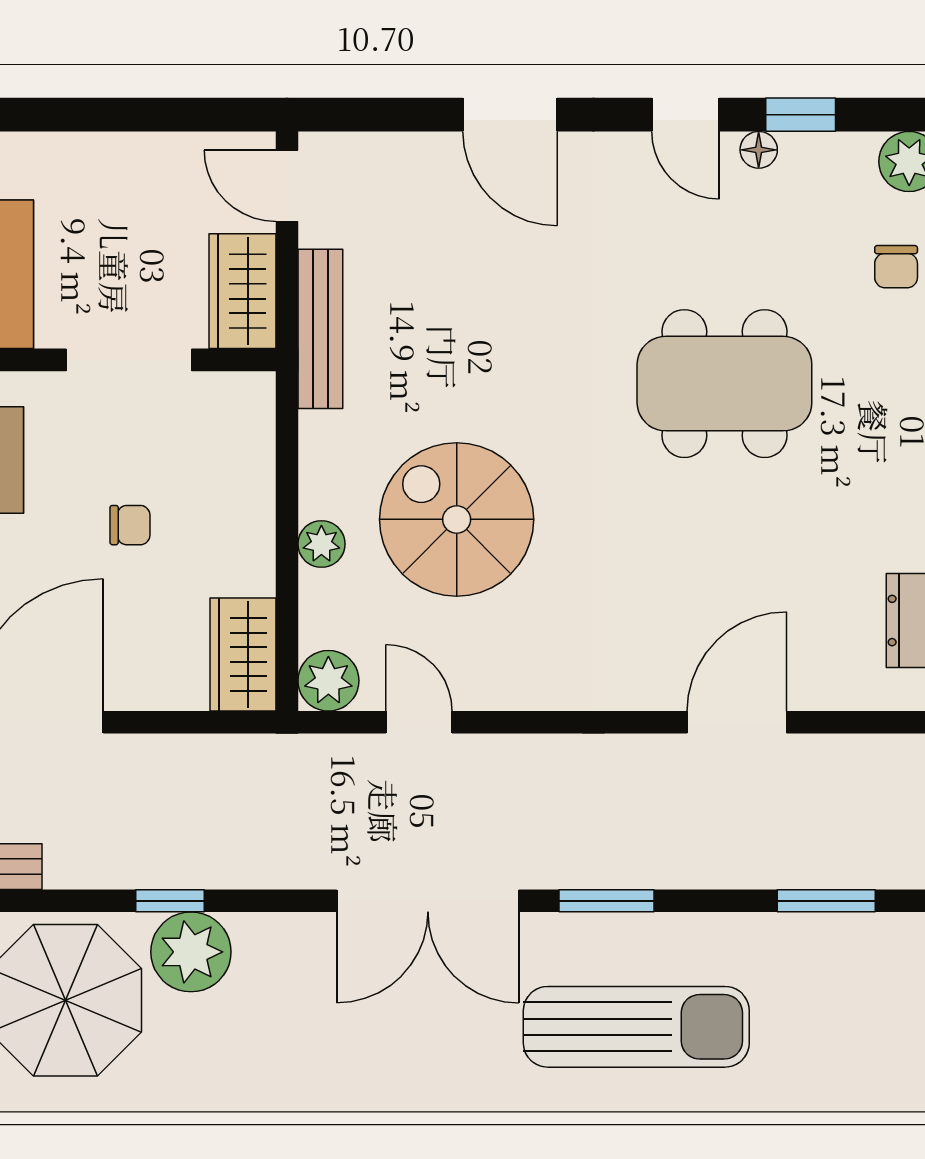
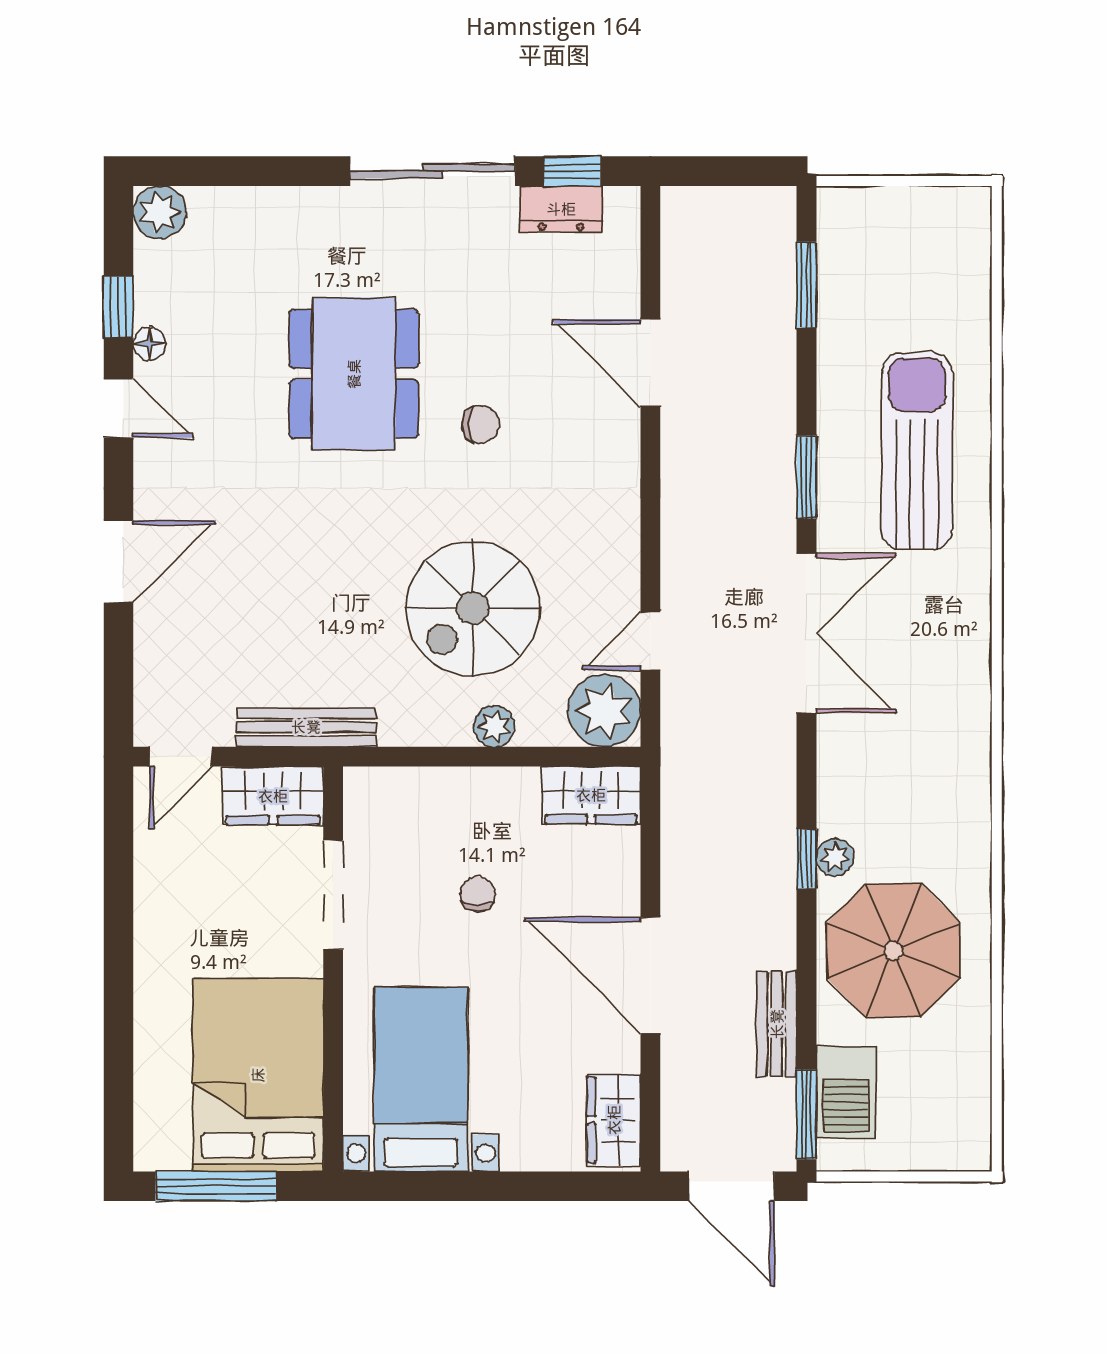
door: (685, 115) -> (118, 408), hinge flipped
chair: (896, 267) -> (481, 425), moved
plant: (328, 681) -> (604, 711), width x1.36, depth x1.36
plant: (191, 952) -> (835, 857), width x0.53, depth x0.53

